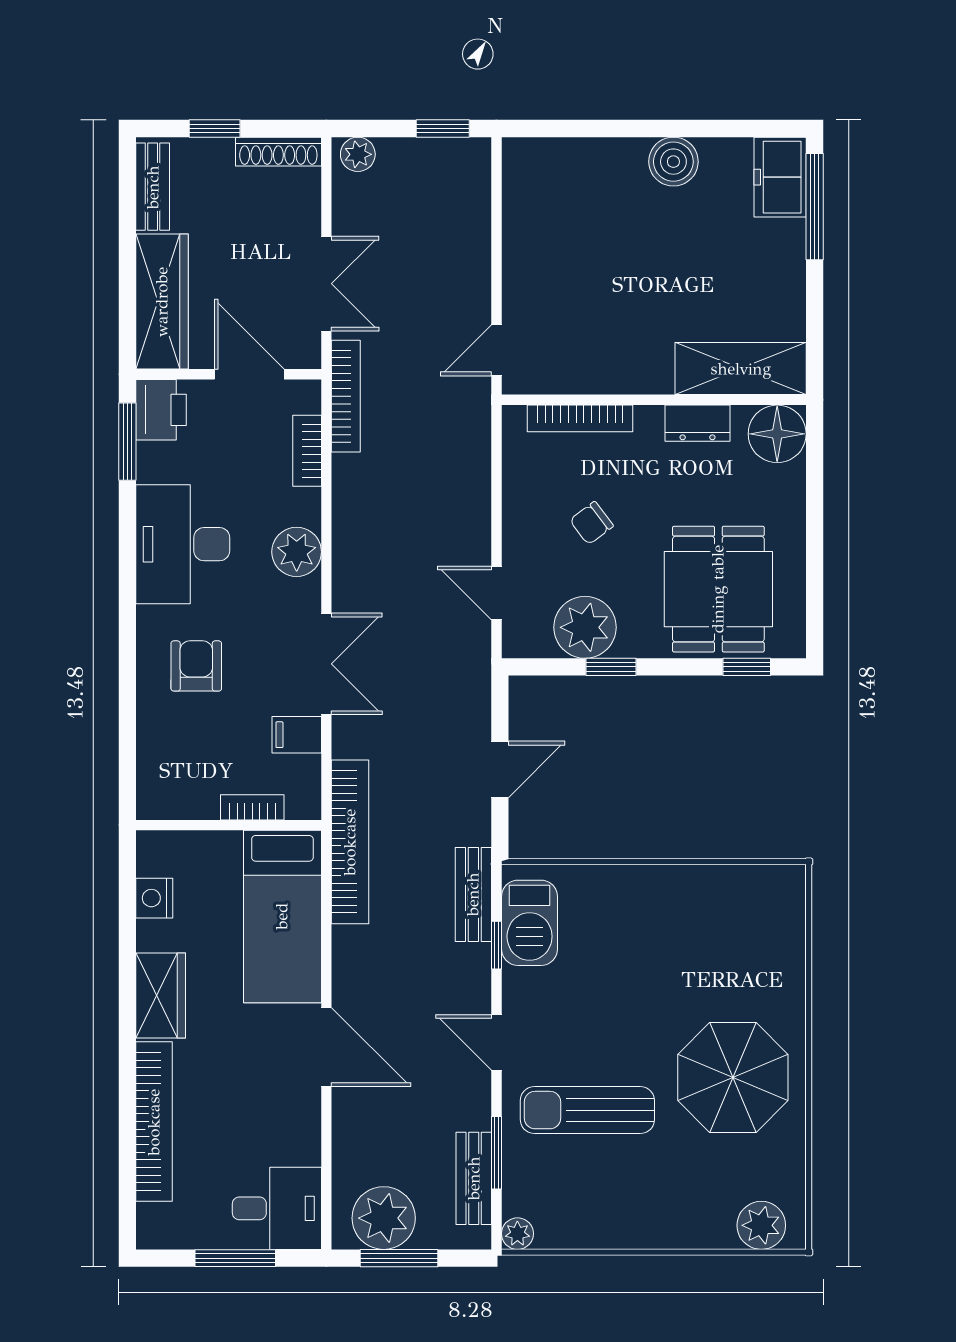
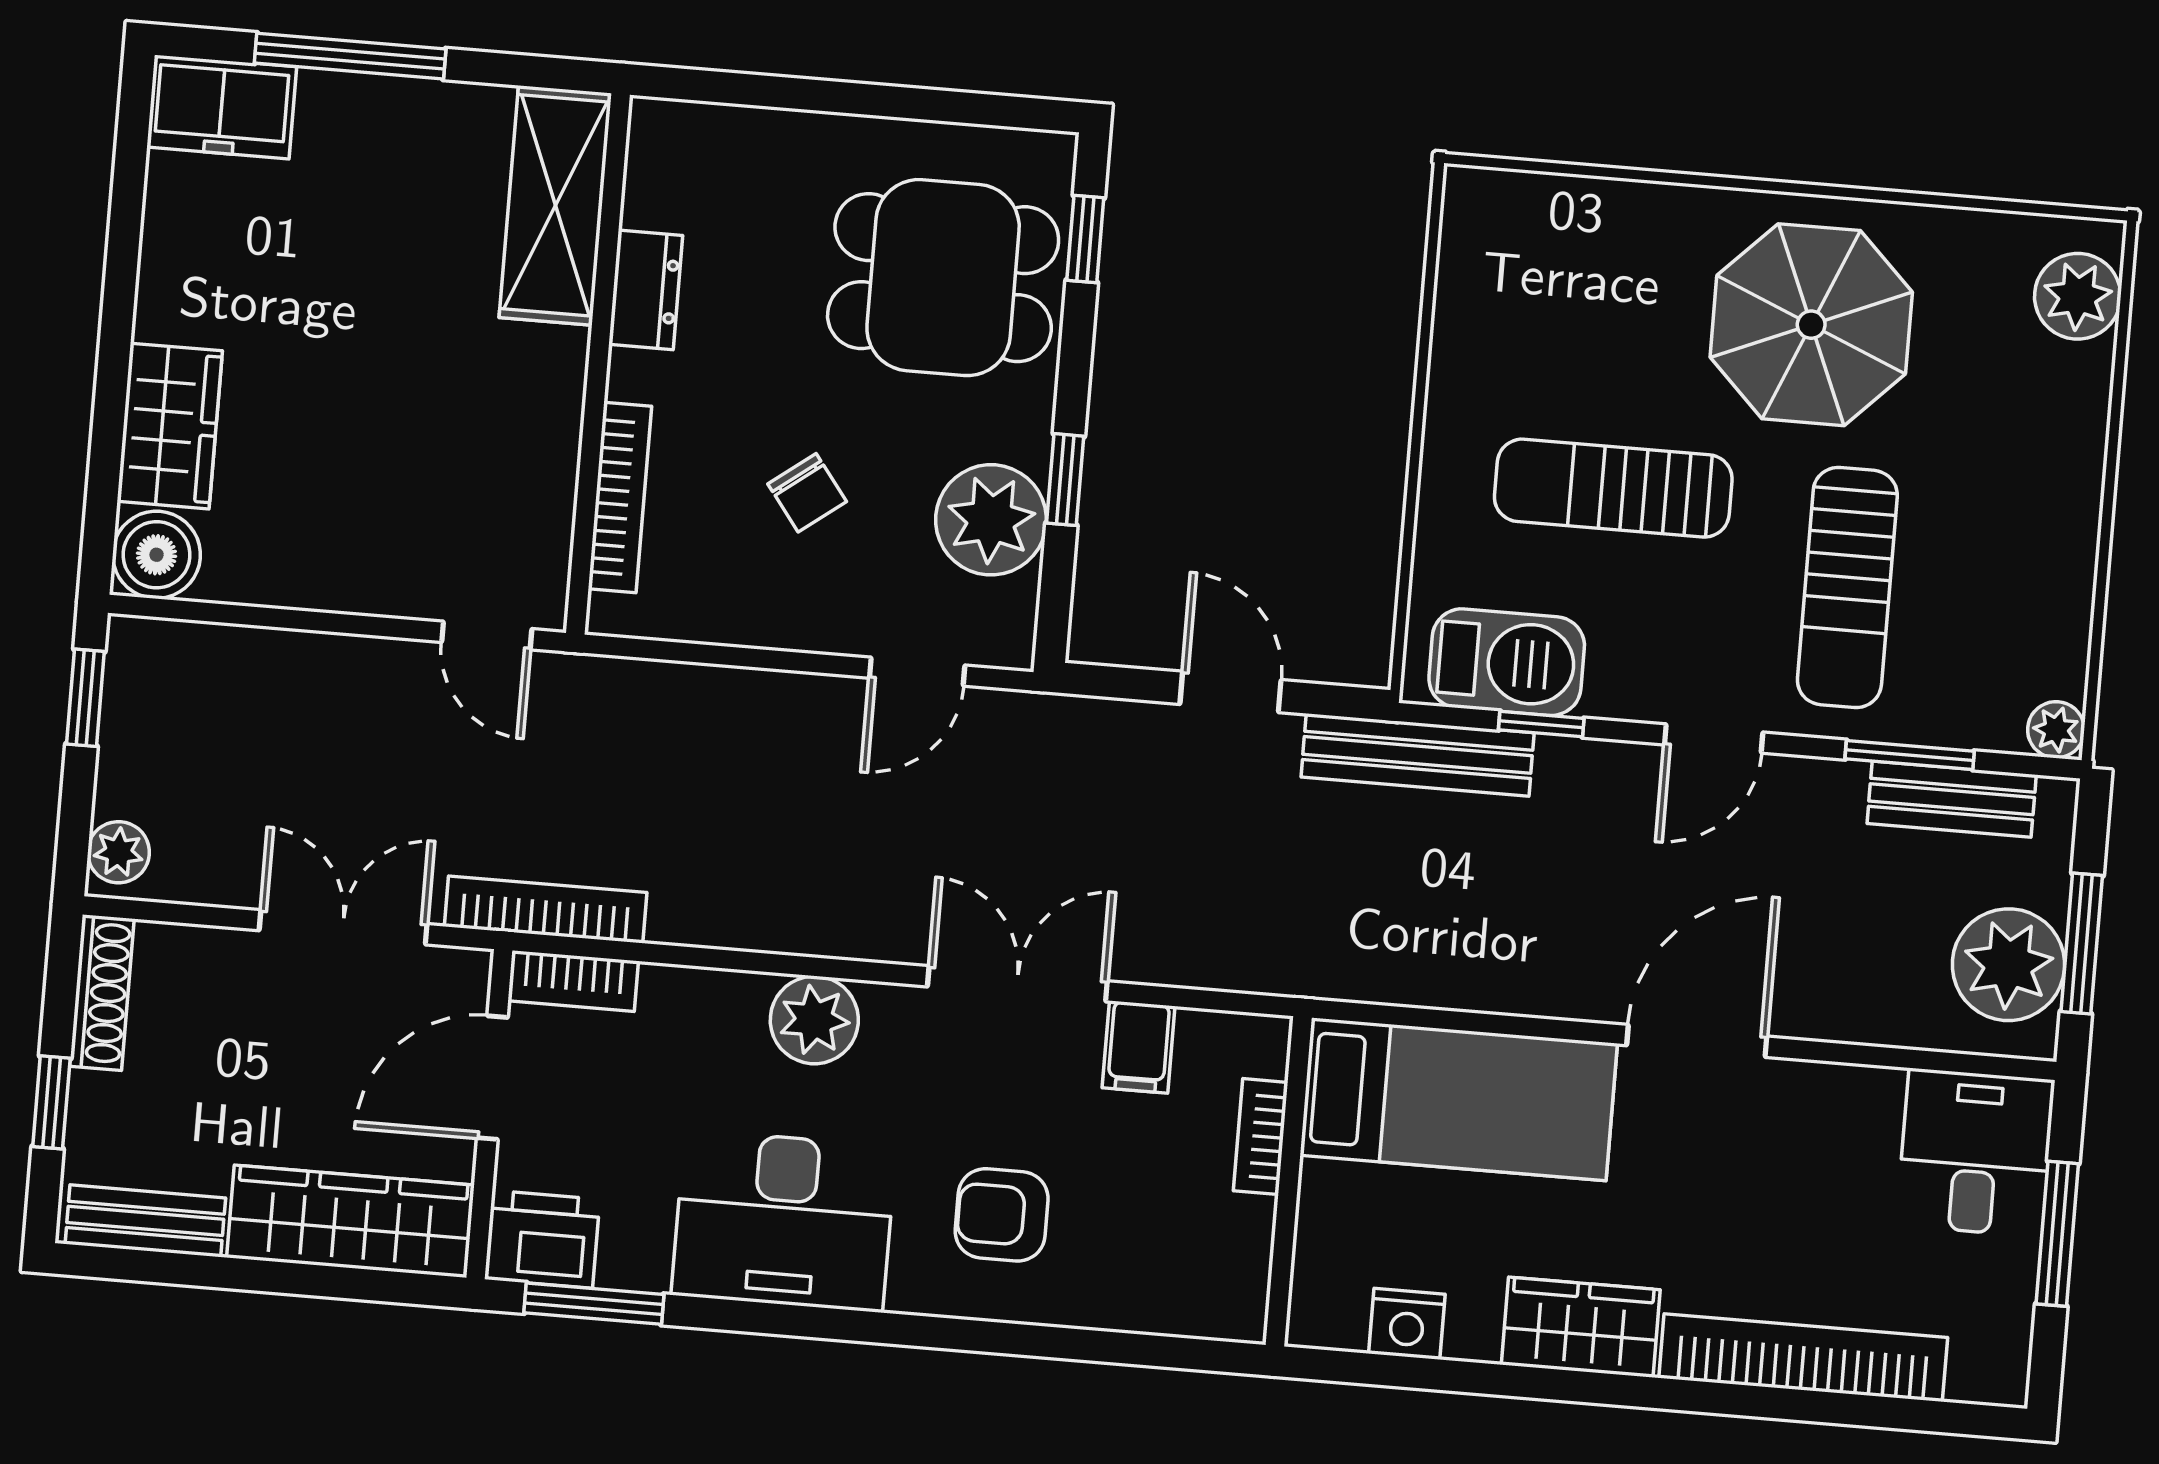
boiler: (673, 162) -> (157, 555), moved
wardrobe: (599, 163) -> (170, 426), added
window: (815, 207) -> (350, 56), moved
floor lamp: (777, 434) -> (677, 150), removed
bookcase: (307, 451) -> (573, 981), moved
bookcase: (350, 842) -> (1336, 968), removed
bench: (473, 894) -> (1418, 755), width x1.36
sun lounger: (632, 974) -> (1613, 488), added

